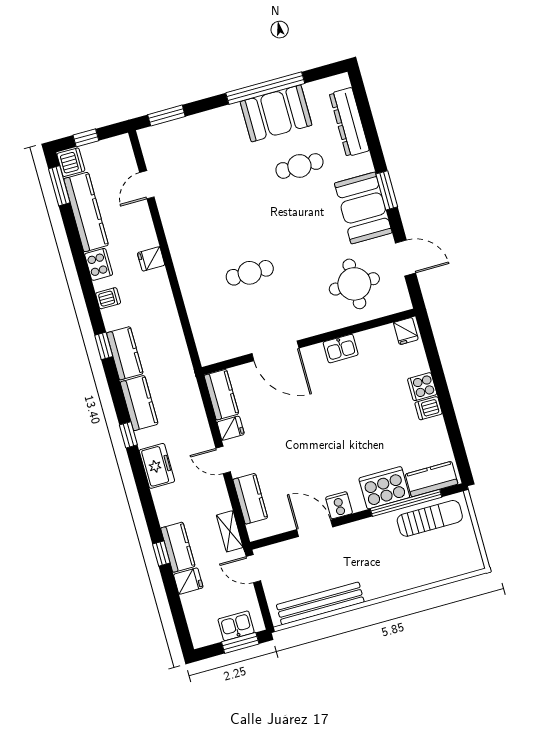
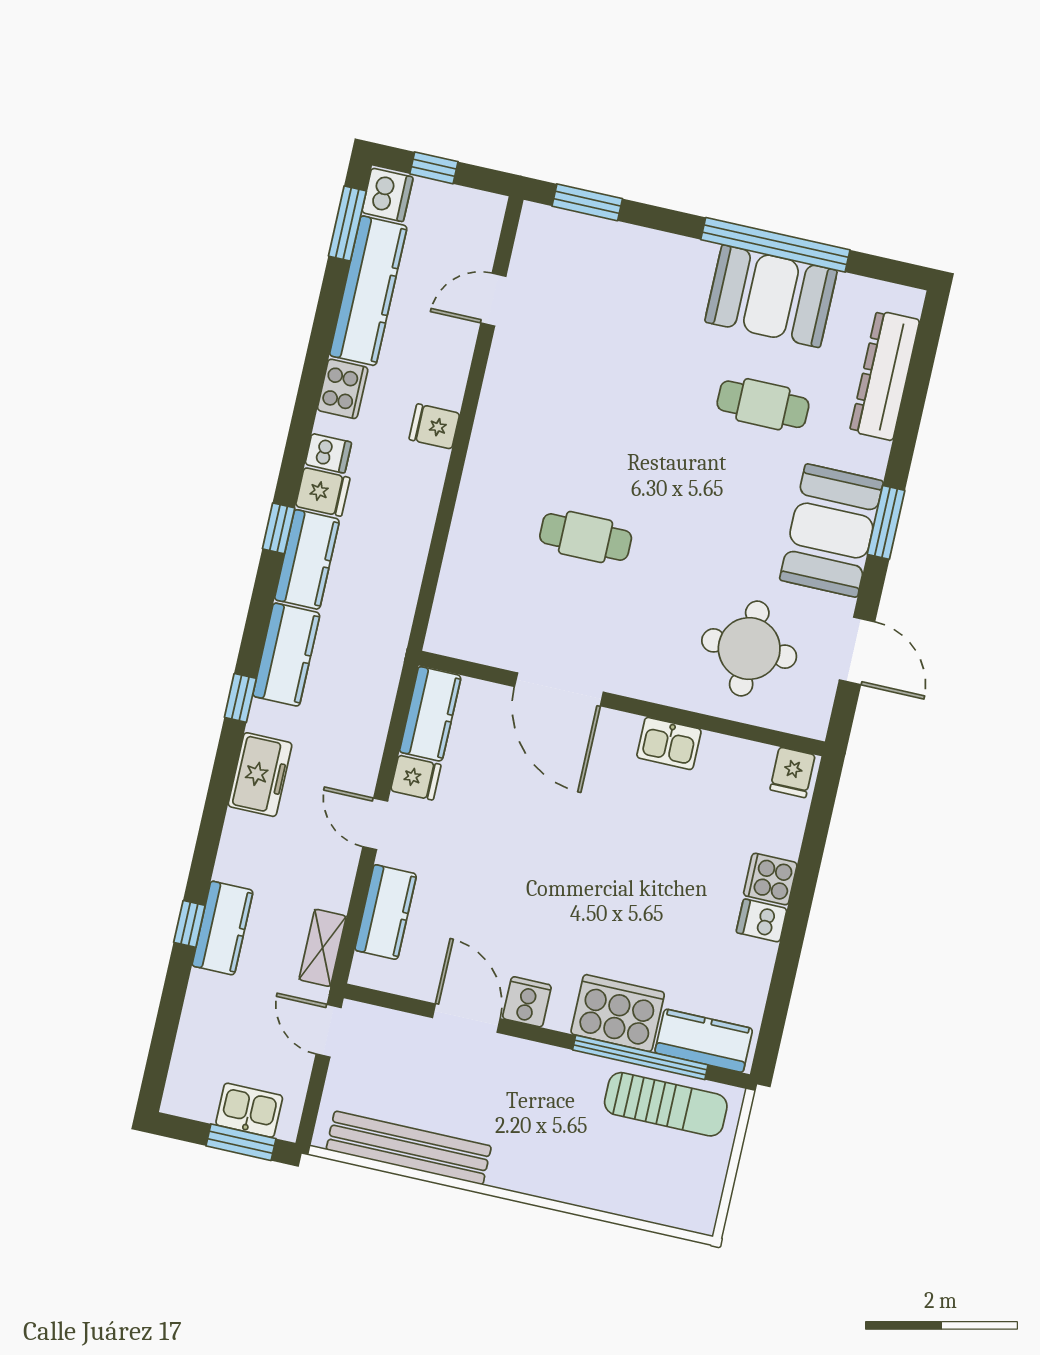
fridge: (188, 581) -> (323, 492), moved

